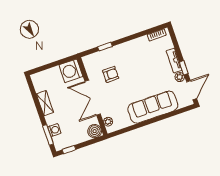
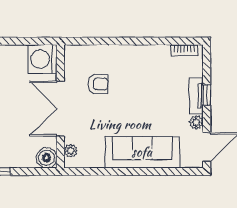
window: (105, 47) -> (104, 41), removed
window: (184, 68) -> (207, 95), moved

